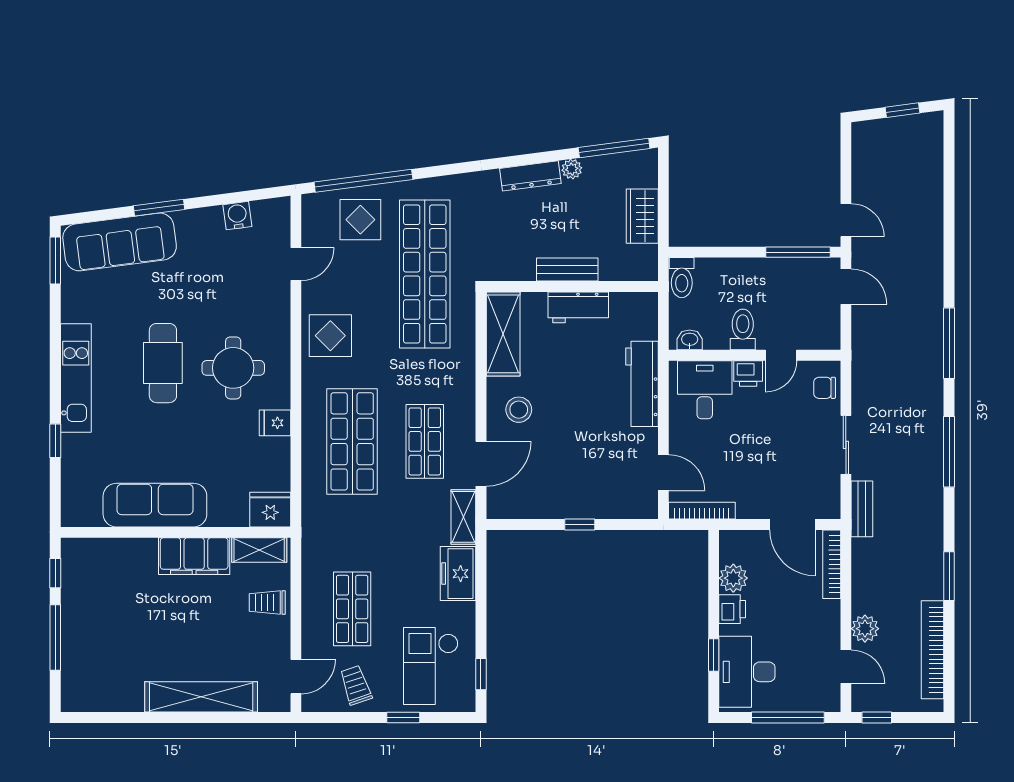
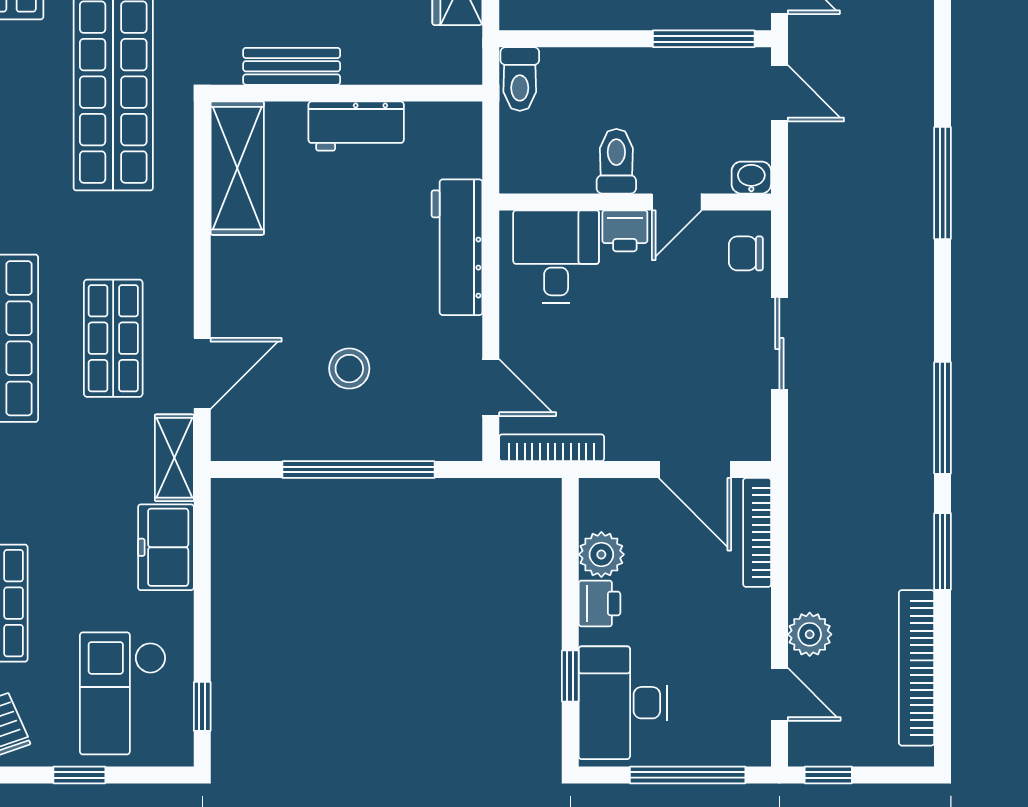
bench: (567, 269) -> (292, 66), moved
washbasin: (690, 340) -> (751, 178), moved
stool: (519, 410) -> (349, 369), moved
window: (949, 452) -> (943, 418), moved
bench: (862, 509) -> (805, 445), removed
window: (580, 524) -> (359, 470), width x3.17

